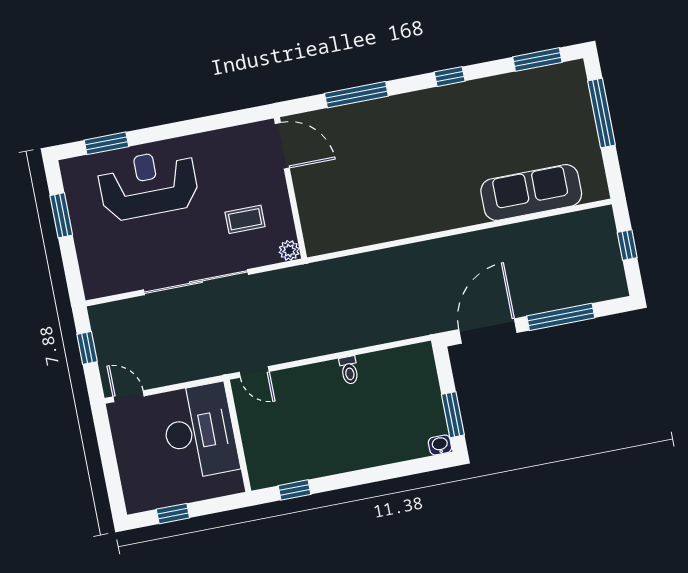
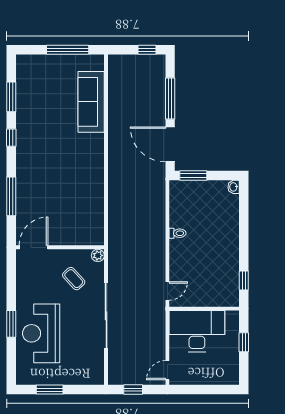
window: (537, 60) -> (11, 97), moved
window: (602, 113) -> (68, 50), moved
window: (106, 143) -> (11, 324), moved
coffee table: (245, 219) -> (74, 279), turned -43
window: (627, 245) -> (147, 50), moved
window: (453, 415) -> (193, 176), moved
window: (173, 514) -> (244, 342), moved

